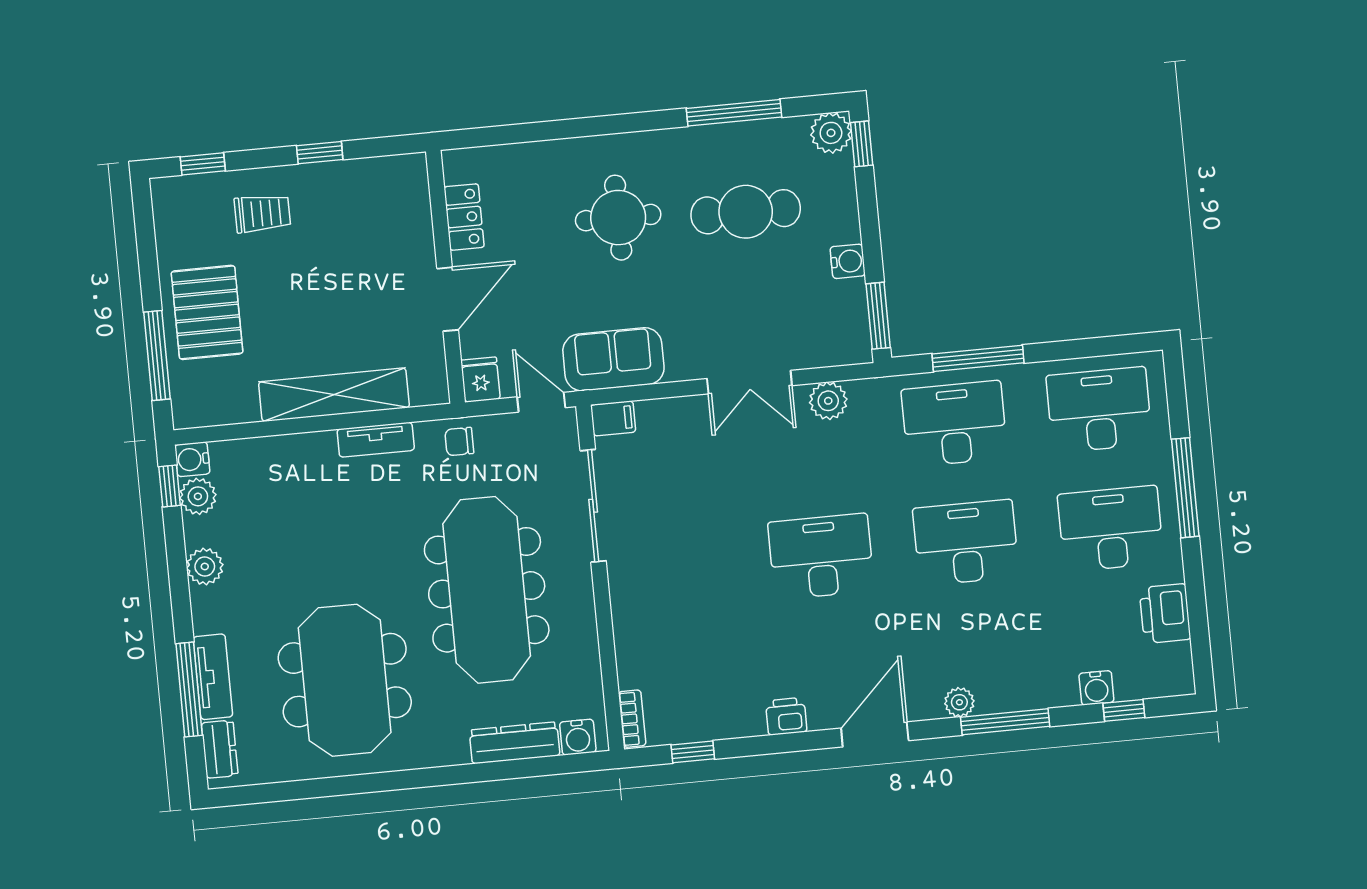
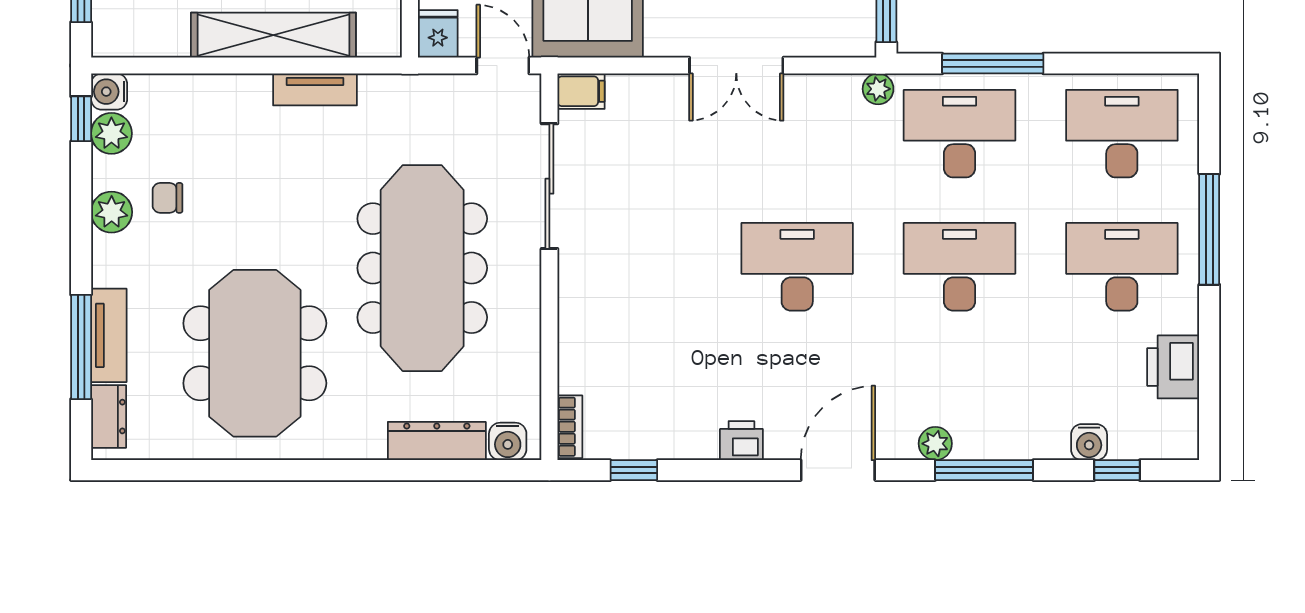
plant: (828, 401) -> (878, 89), moved, width x0.73, depth x0.73
chair: (459, 442) -> (168, 198), moved

